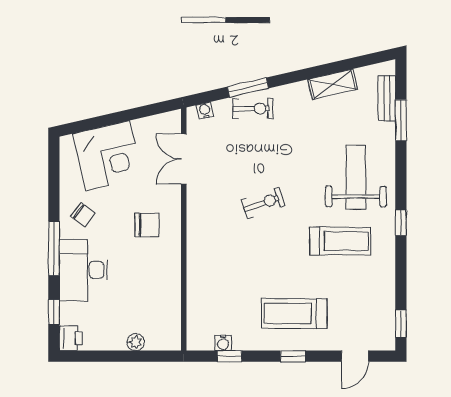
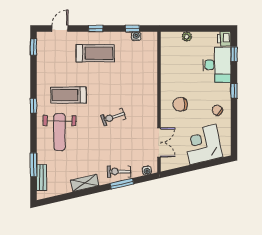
shelving: (333, 84) -> (85, 183), moved
window: (54, 248) -> (234, 91), width x0.46
desk: (83, 270) -> (217, 65), moved

